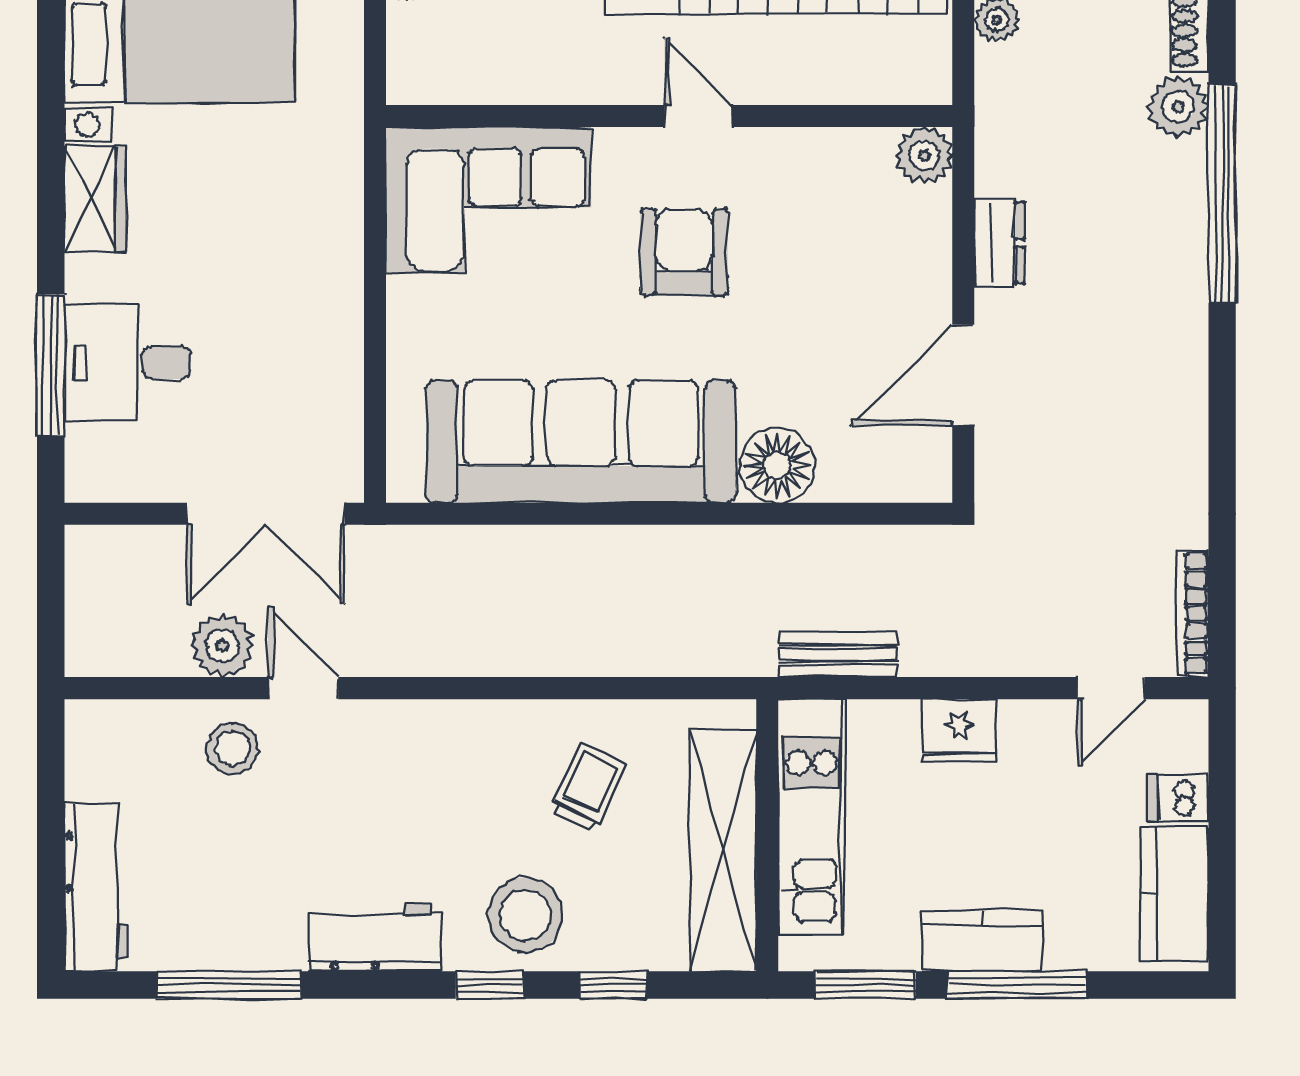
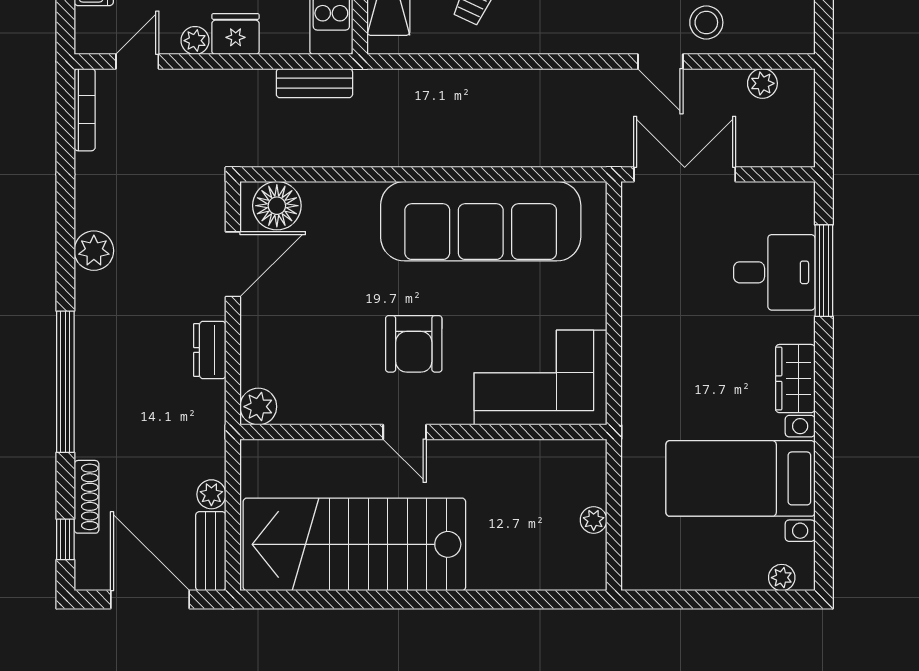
plant: (1178, 107) -> (94, 251), moved
floor lamp: (777, 465) -> (277, 206), moved
plant: (222, 646) -> (762, 83), moved, width x0.73, depth x0.73
plant: (1022, 721) -> (195, 41), added

